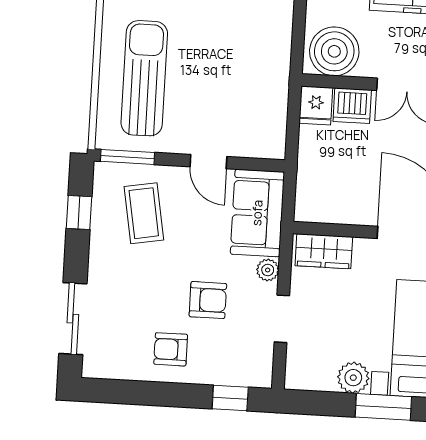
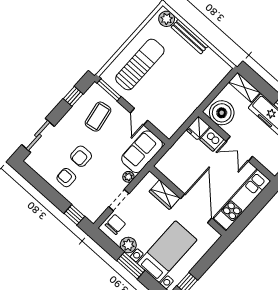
wardrobe: (324, 251) -> (165, 195), moved
armchair: (208, 300) -> (81, 156), moved, turned 90
chair: (307, 362) -> (115, 224), added

